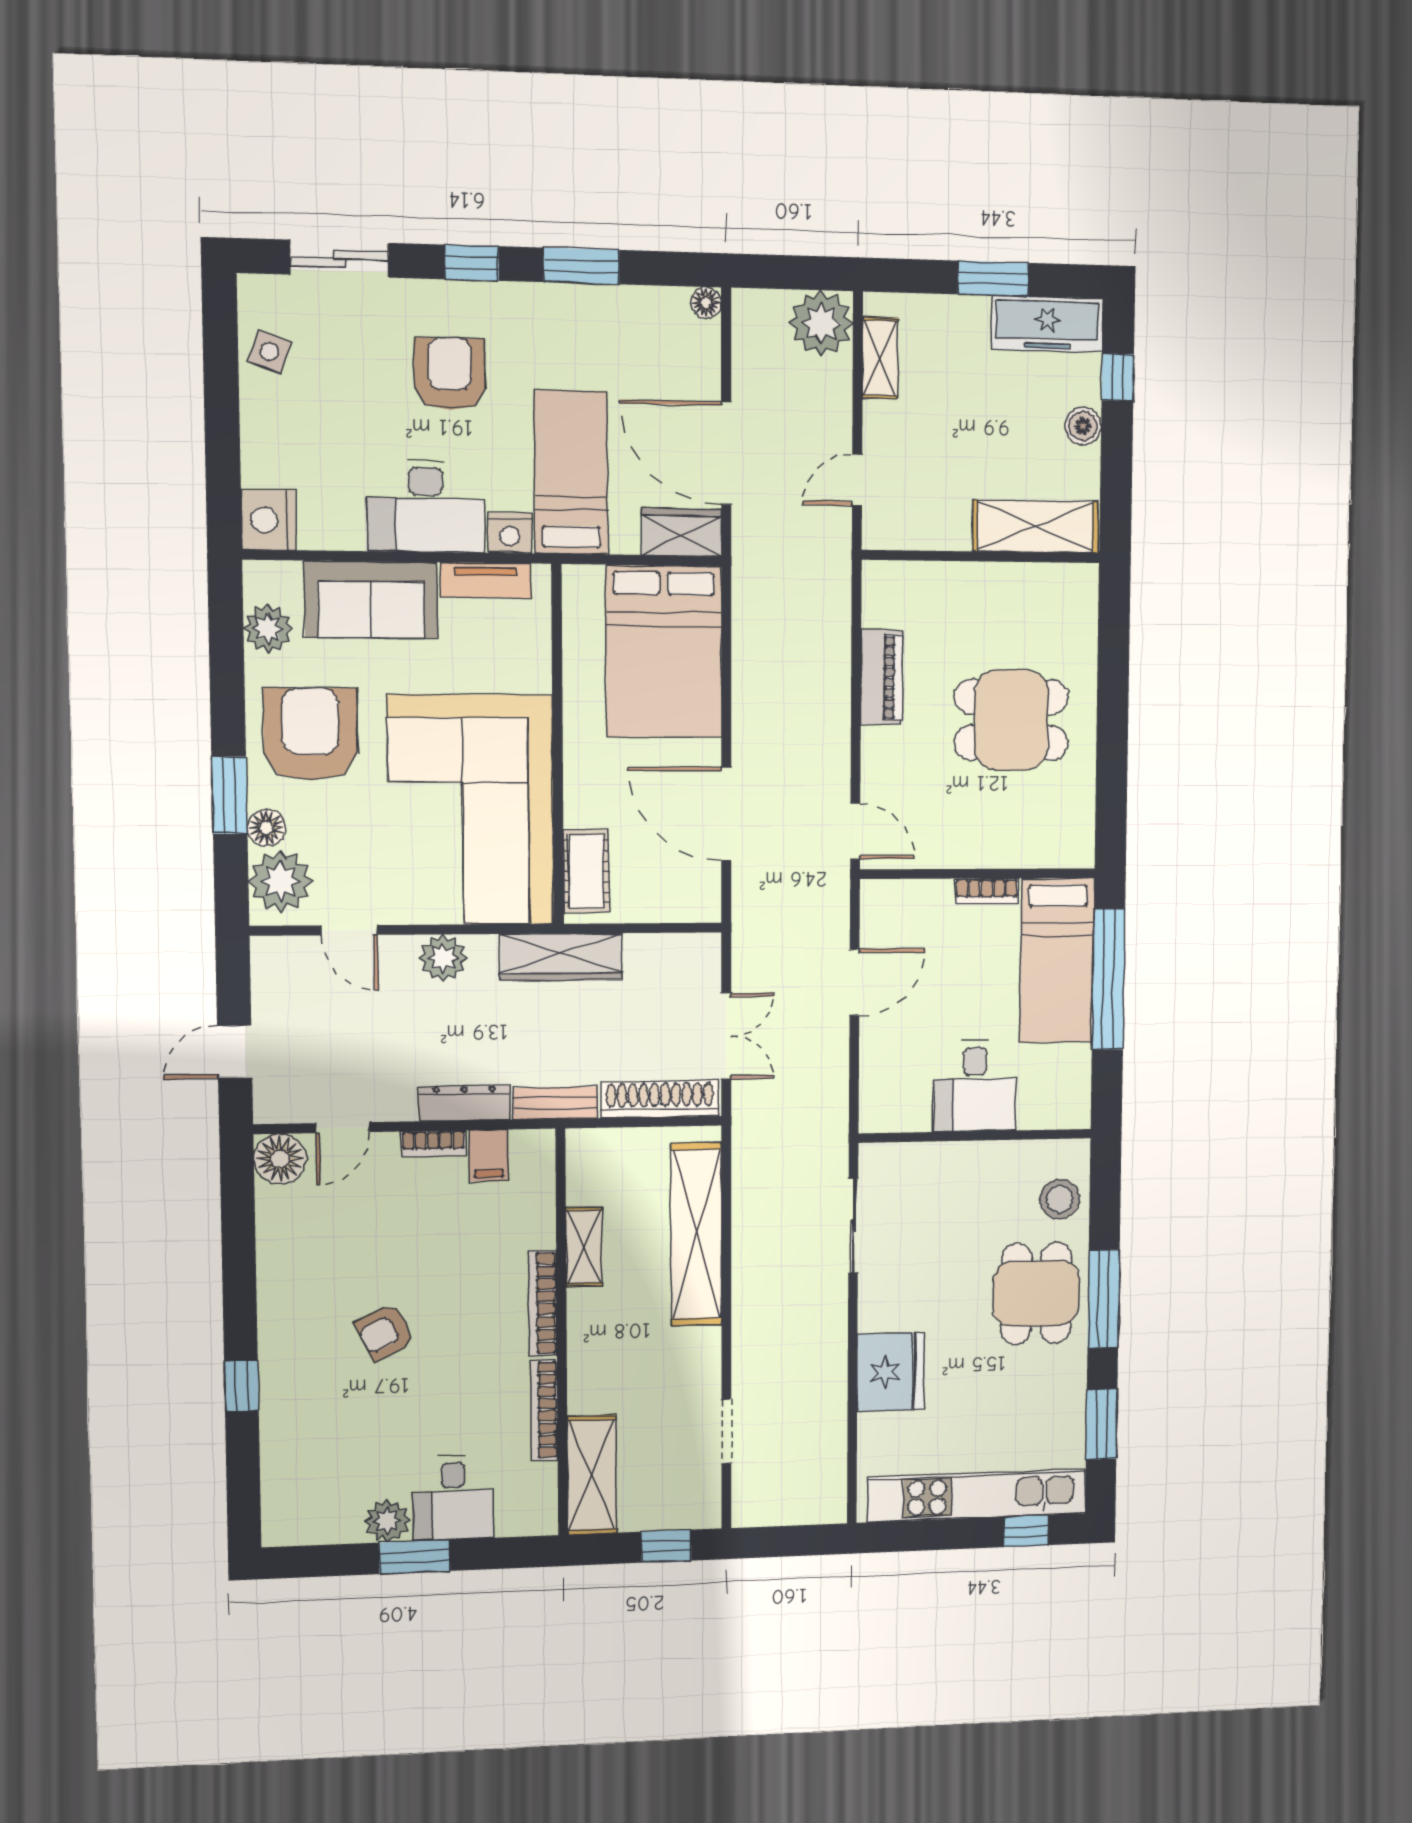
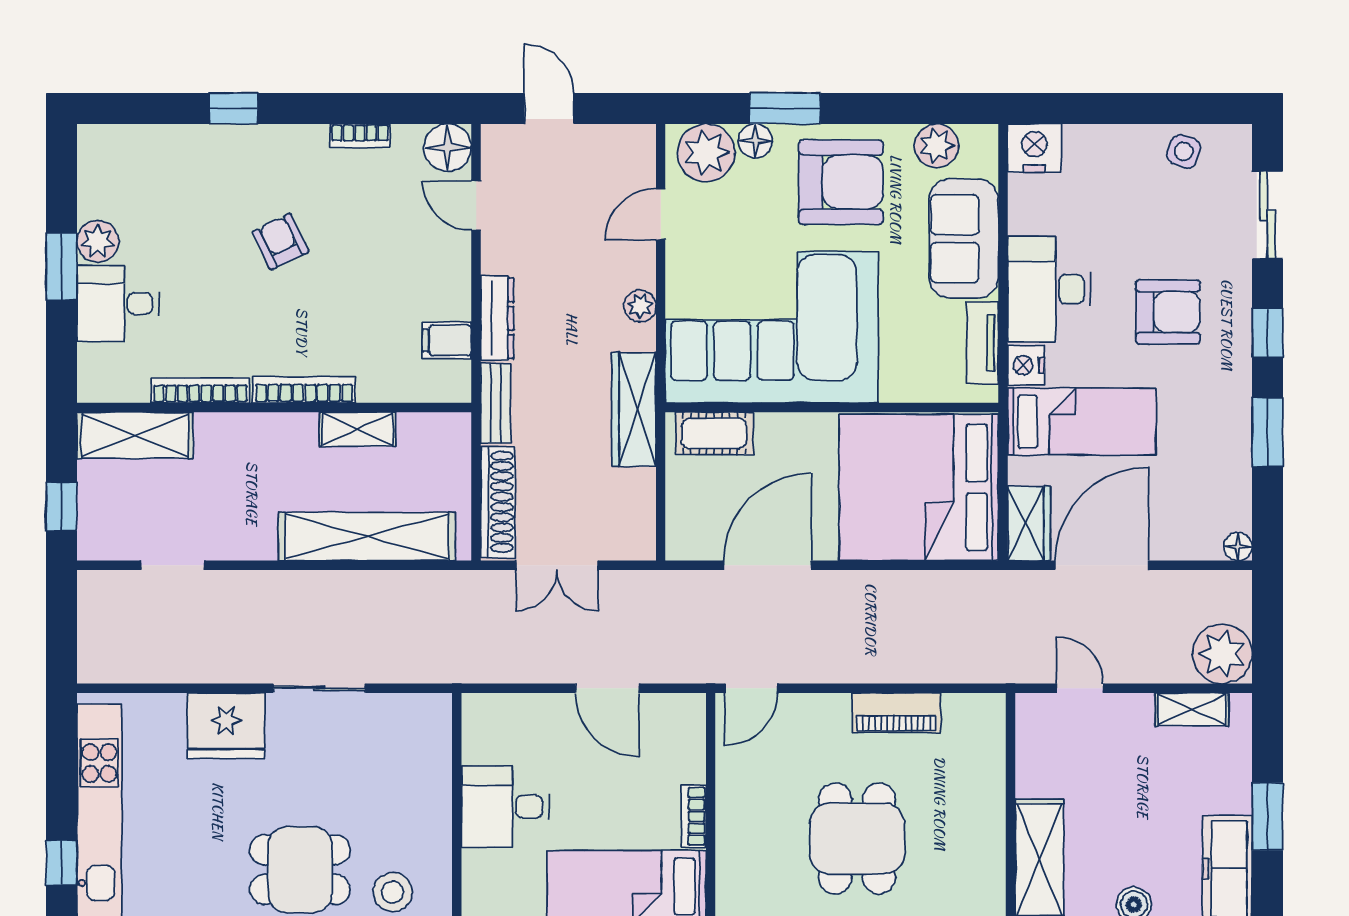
bed: (664, 652) -> (919, 487), width x1.36
plant: (443, 958) -> (640, 306), width x0.73, depth x0.73
bookcase: (433, 1144) -> (360, 136), moved, turned -90
sliding door: (853, 1226) -> (319, 688), moved

